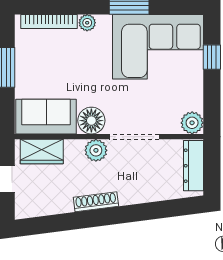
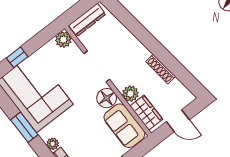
plant: (96, 150) -> (130, 94), moved
shoe rack: (96, 202) -> (161, 69), moved

